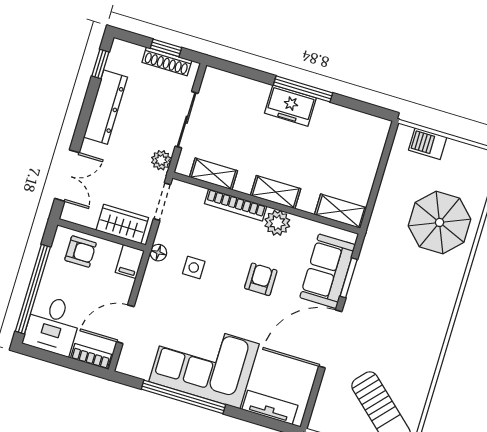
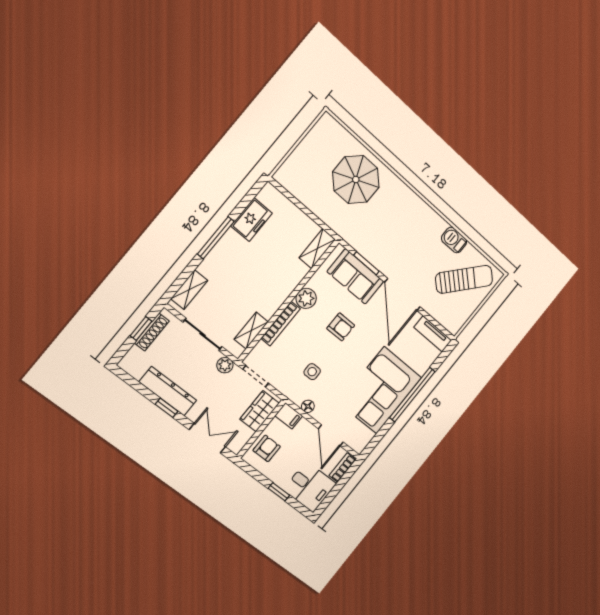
window: (100, 64) -> (167, 408), moved
freezer: (290, 106) -> (251, 220), moved
barbecue: (428, 144) -> (454, 240), moved, turned 90
shelving: (276, 192) -> (189, 290), moved
floor lamp: (158, 253) -> (308, 406), moved
armchair: (261, 279) -> (341, 327), turned 180
window: (33, 289) -> (279, 492), width x0.32
window: (183, 397) -> (412, 395), moved
tv unit: (270, 407) -> (433, 334), moved, turned -90

